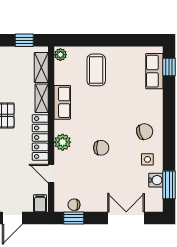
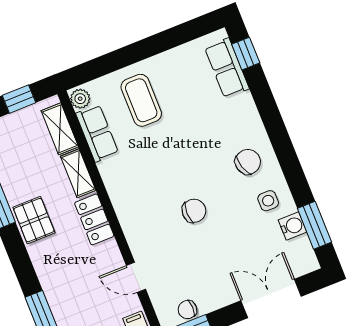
row of seats: (62, 102) -> (97, 133), moved
locker: (40, 137) -> (94, 219), width x0.66
plant: (63, 142) -> (134, 225), removed

